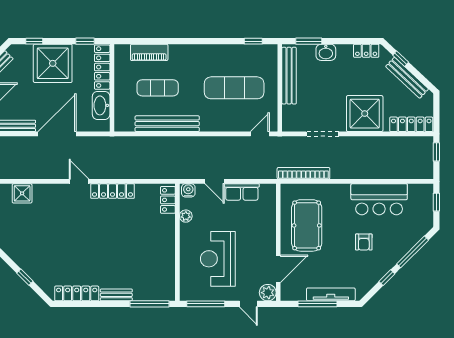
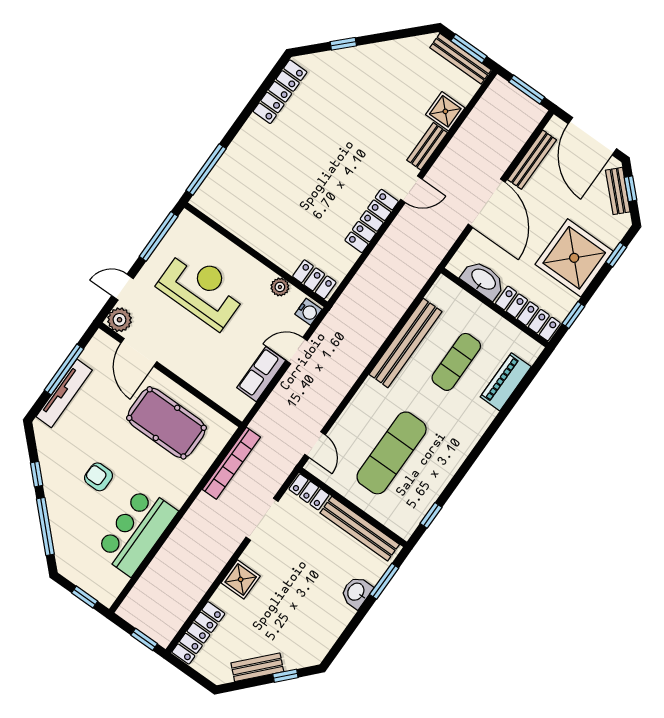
locker: (366, 51) -> (309, 492), moved, turned -90
bench: (407, 78) -> (257, 667), width x0.73
shower: (365, 114) -> (241, 579), width x0.54, depth x0.54
bench: (116, 295) -> (427, 146), moved

